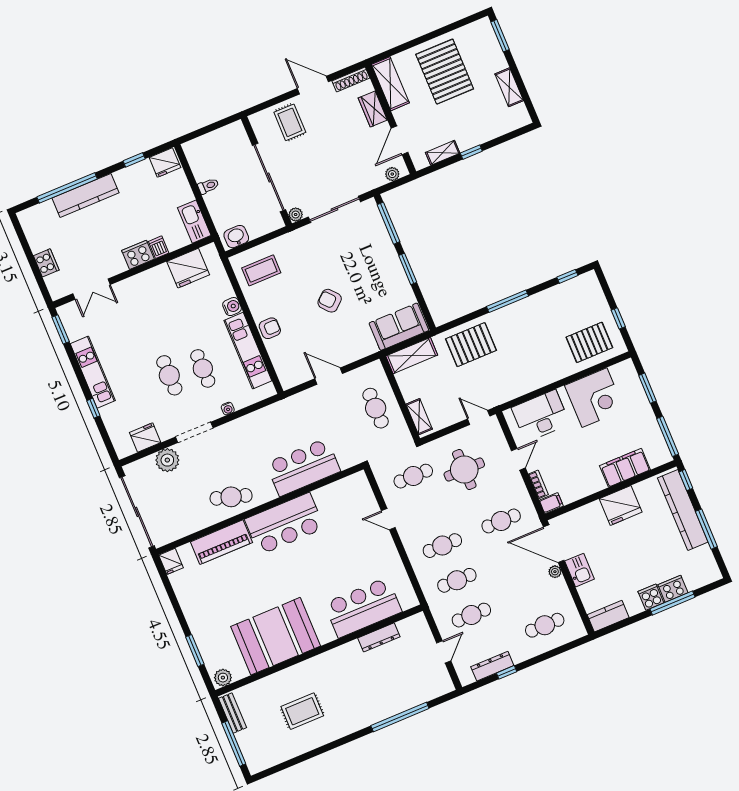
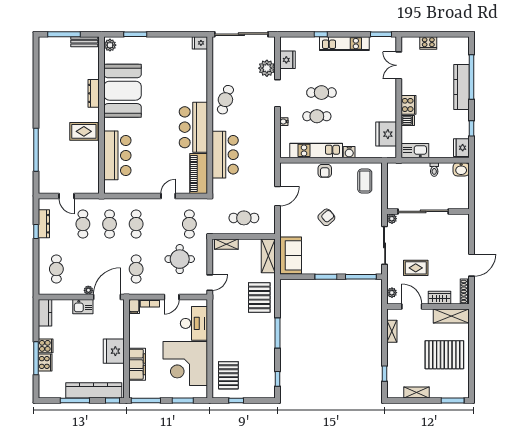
rug: (290, 122) -> (416, 268), moved
window: (471, 152) -> (385, 374), moved
washbasin: (236, 237) -> (461, 169), moved, turned 90
corner desk: (594, 398) -> (185, 363), width x1.36, depth x1.36
door: (518, 459) -> (172, 297), hinge flipped
piano: (221, 542) -> (199, 173), moved
dresser: (379, 637) -> (94, 93), moved
rug: (302, 711) -> (84, 131), moved, turned 90

